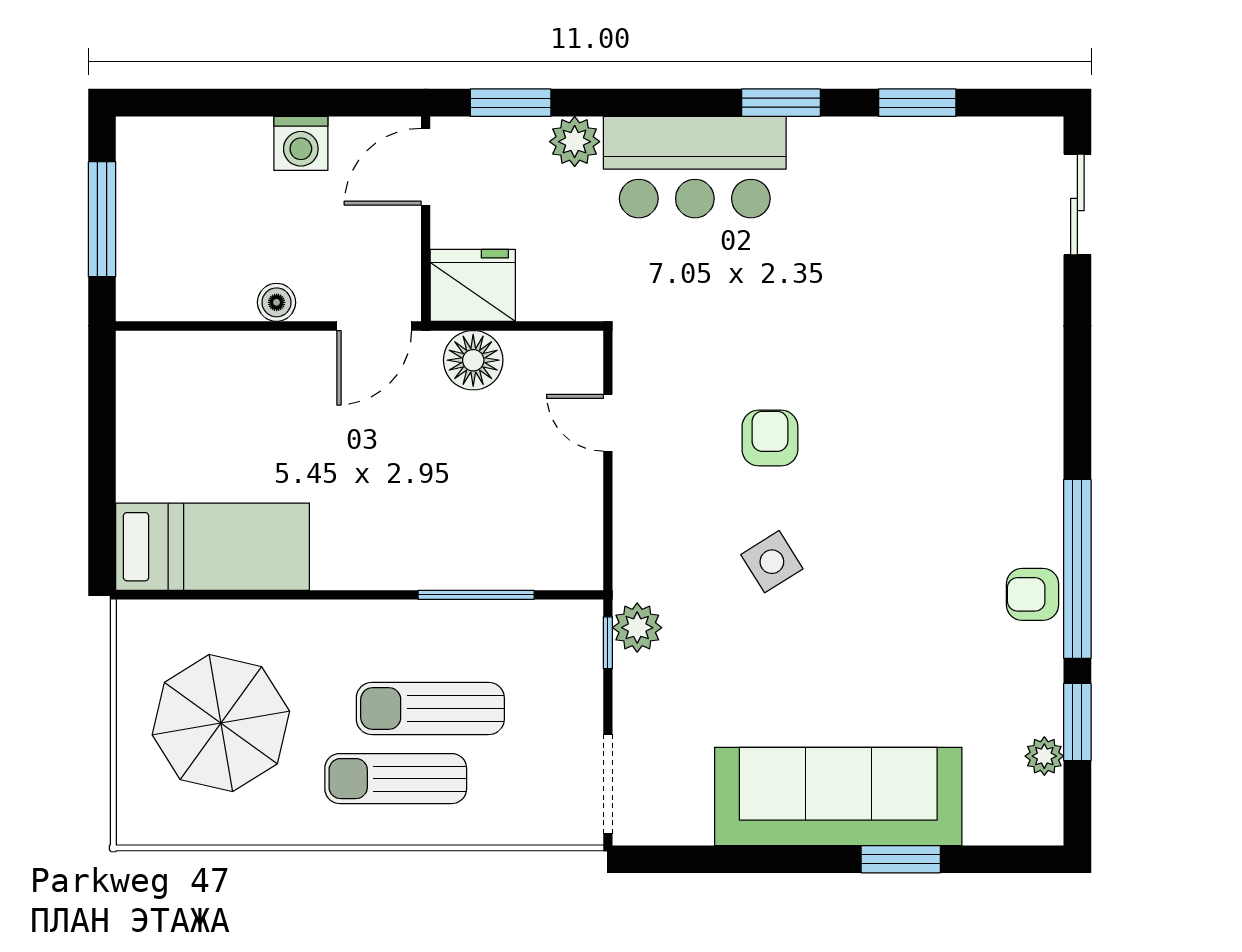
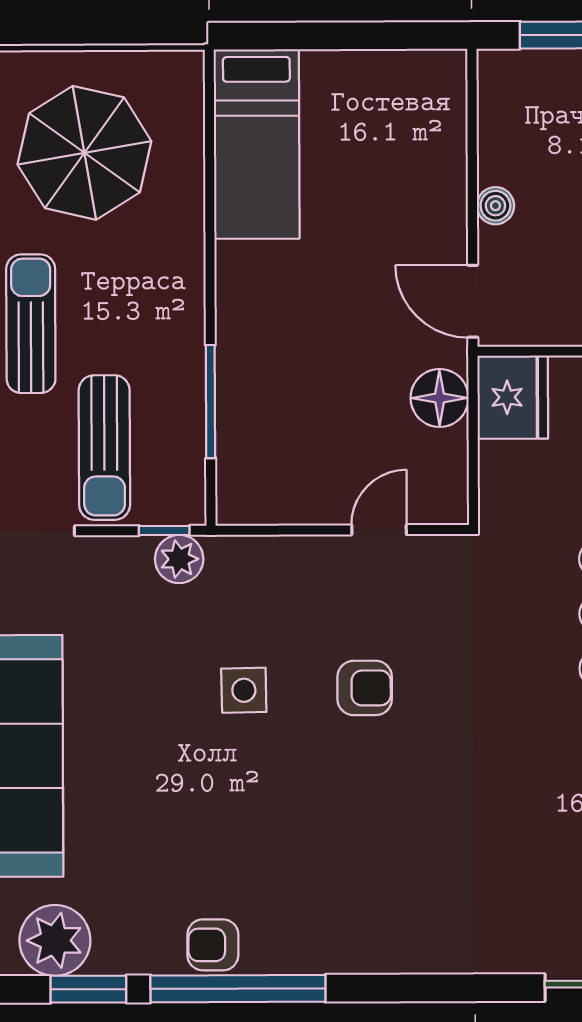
side table: (772, 562) -> (244, 690), turned 31
armchair: (1032, 594) -> (213, 945), turned -90
sun lounger: (430, 708) -> (104, 448), moved, turned 180
plant: (1044, 756) -> (55, 940), width x1.88, depth x1.88

